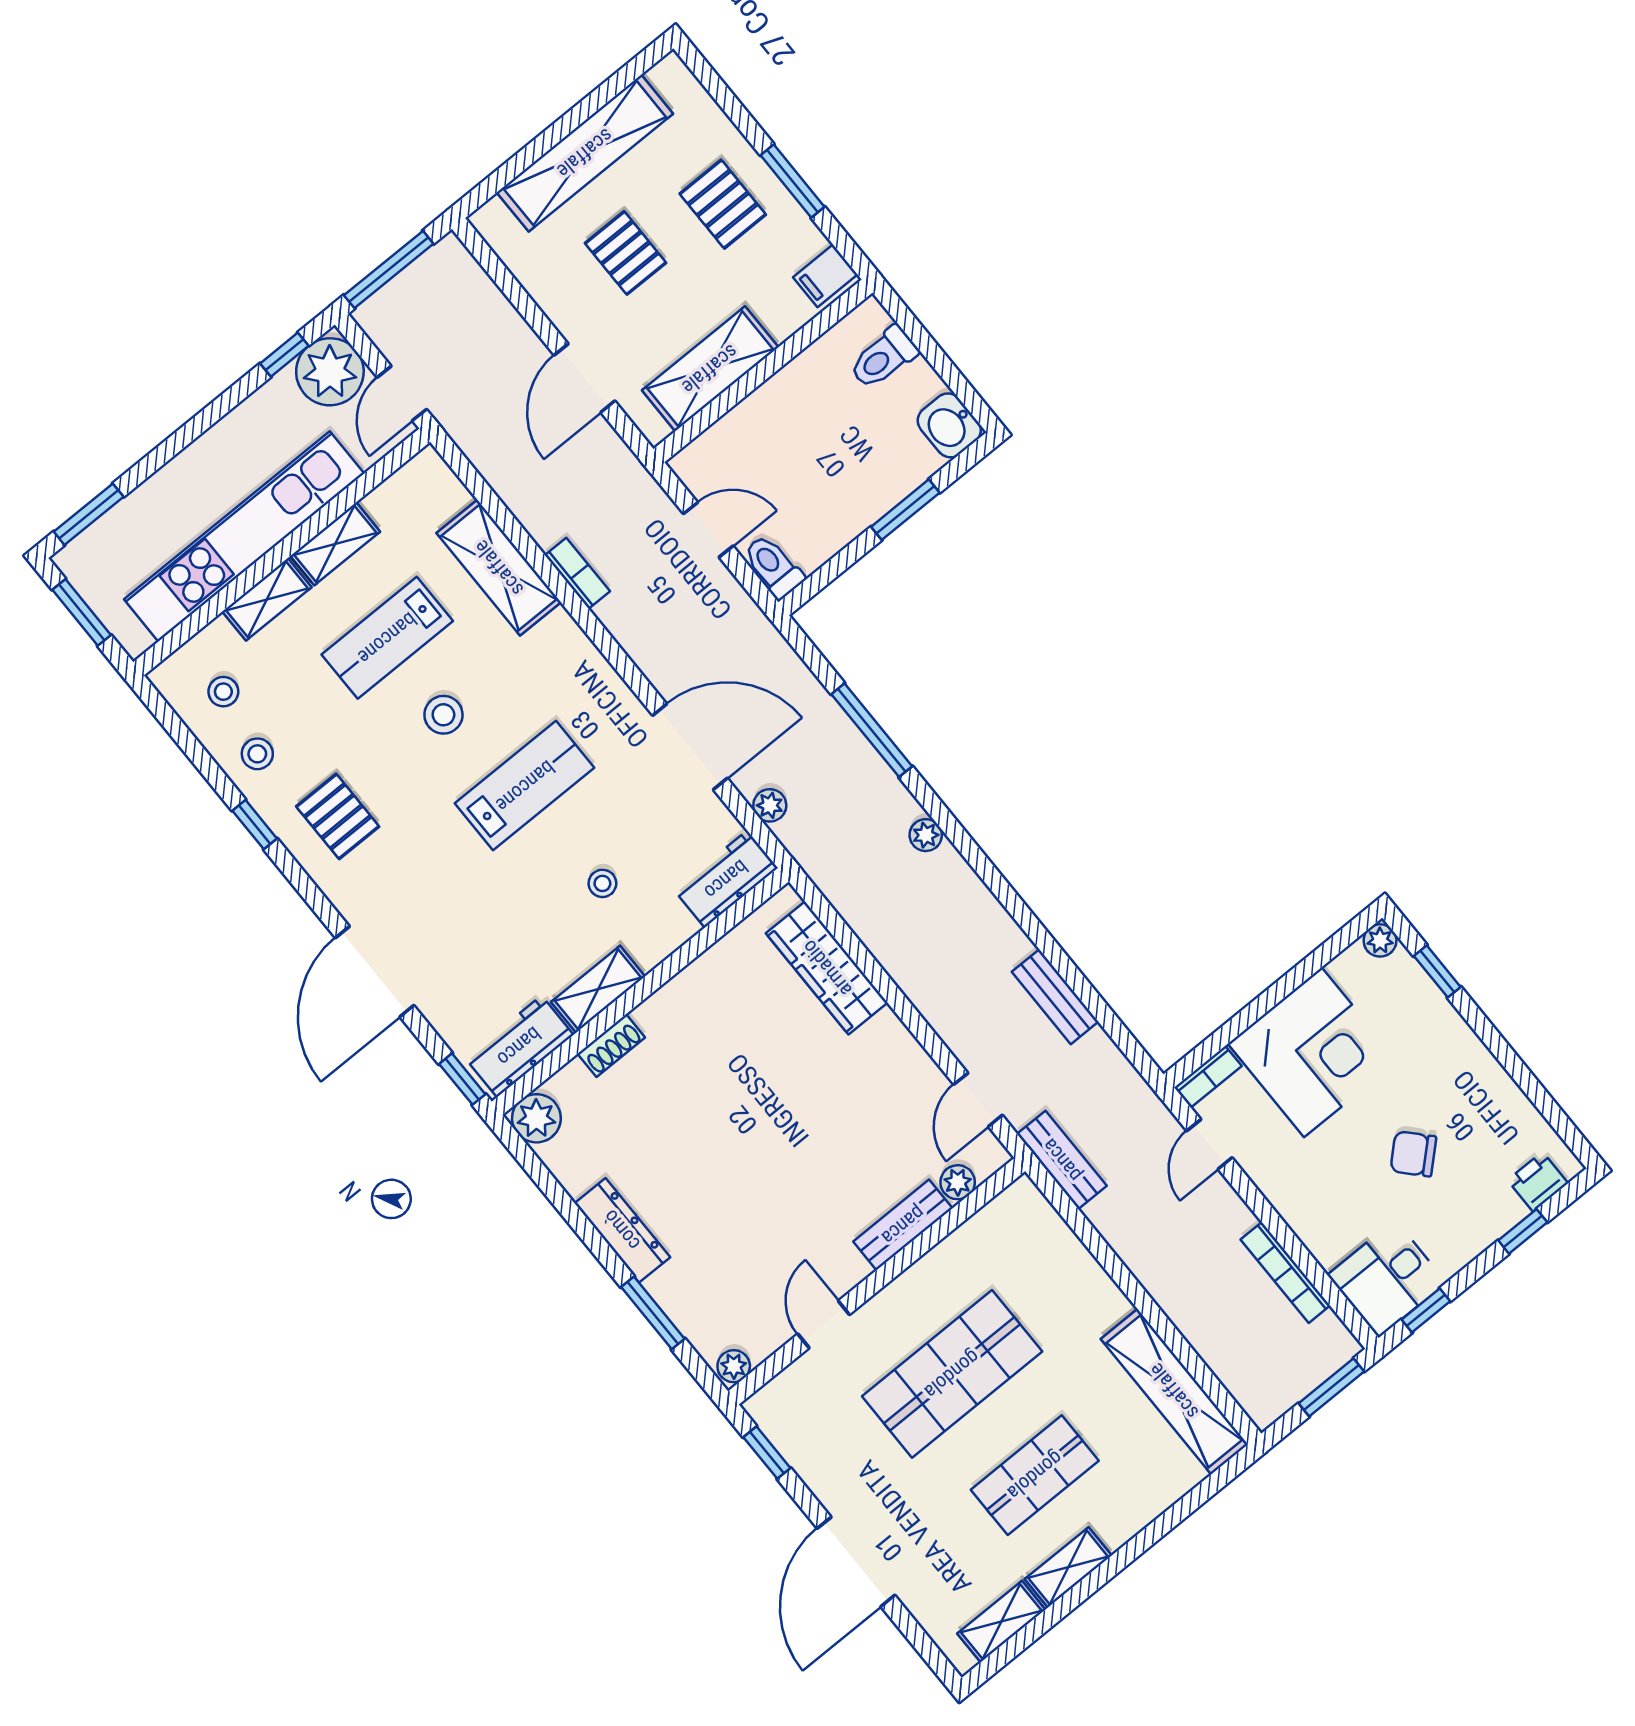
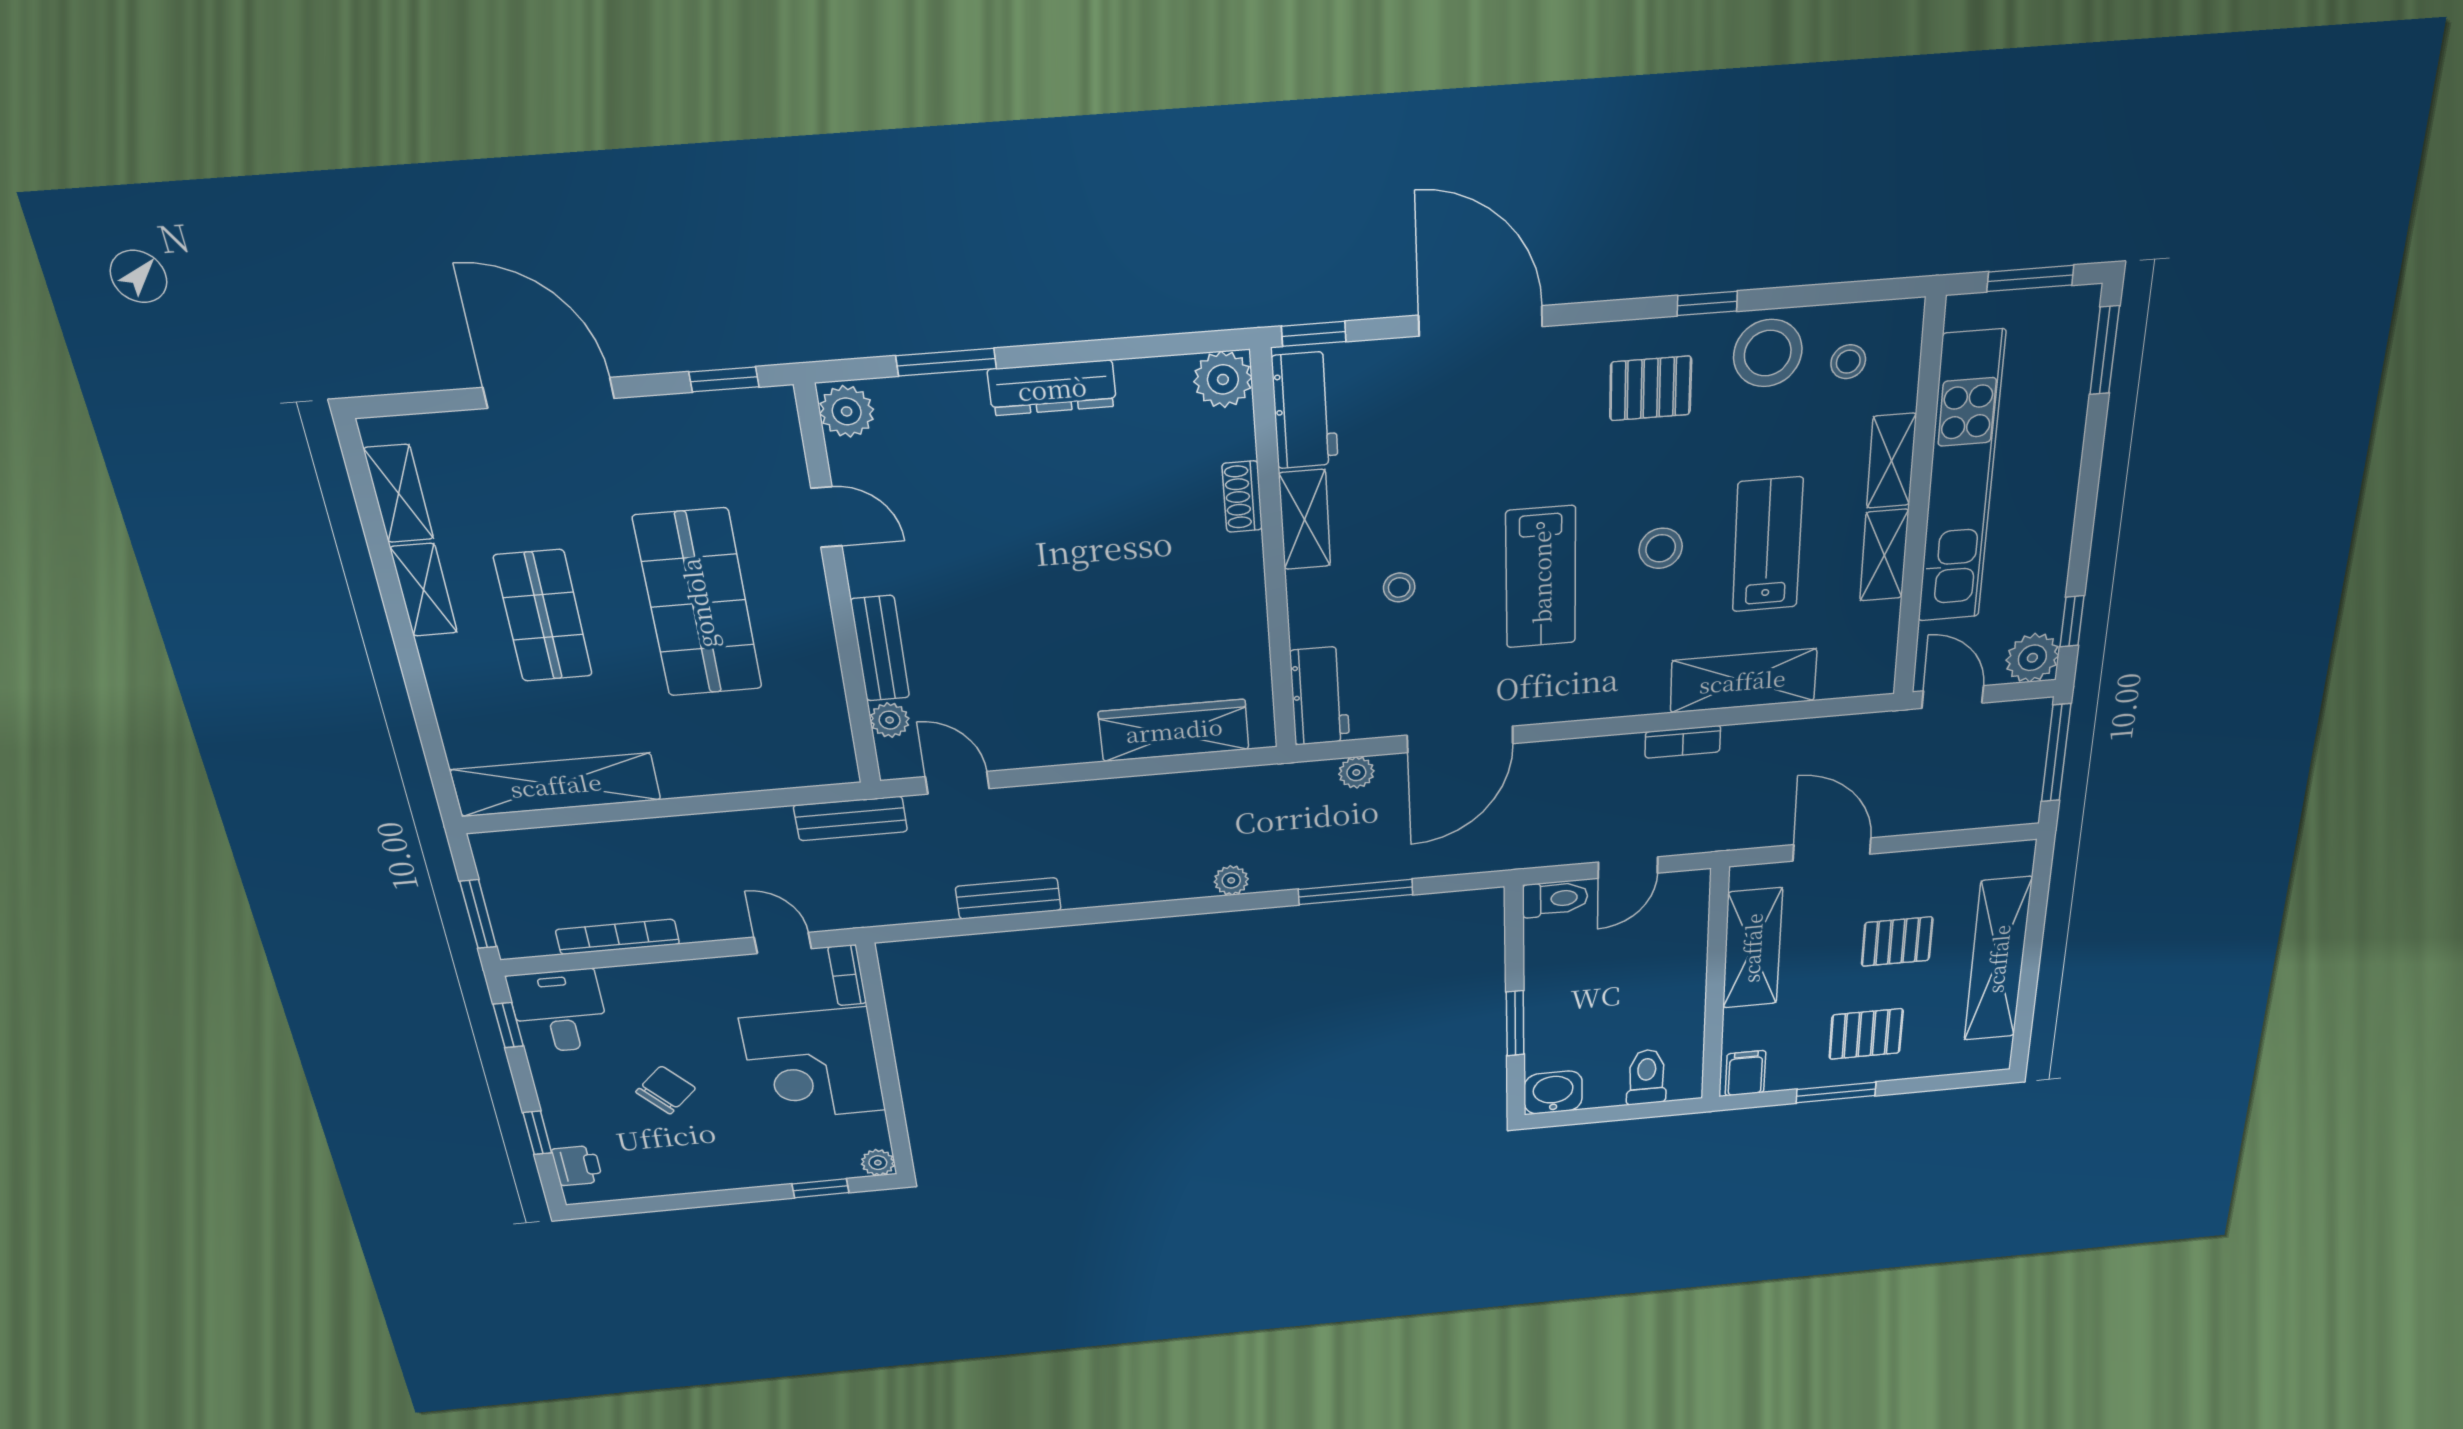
plant: (330, 372) -> (2032, 658), width x0.73, depth x0.73
stool: (257, 754) -> (1768, 353), width x1.89, depth x1.89
plant: (734, 1366) -> (847, 411), width x1.38, depth x1.38

